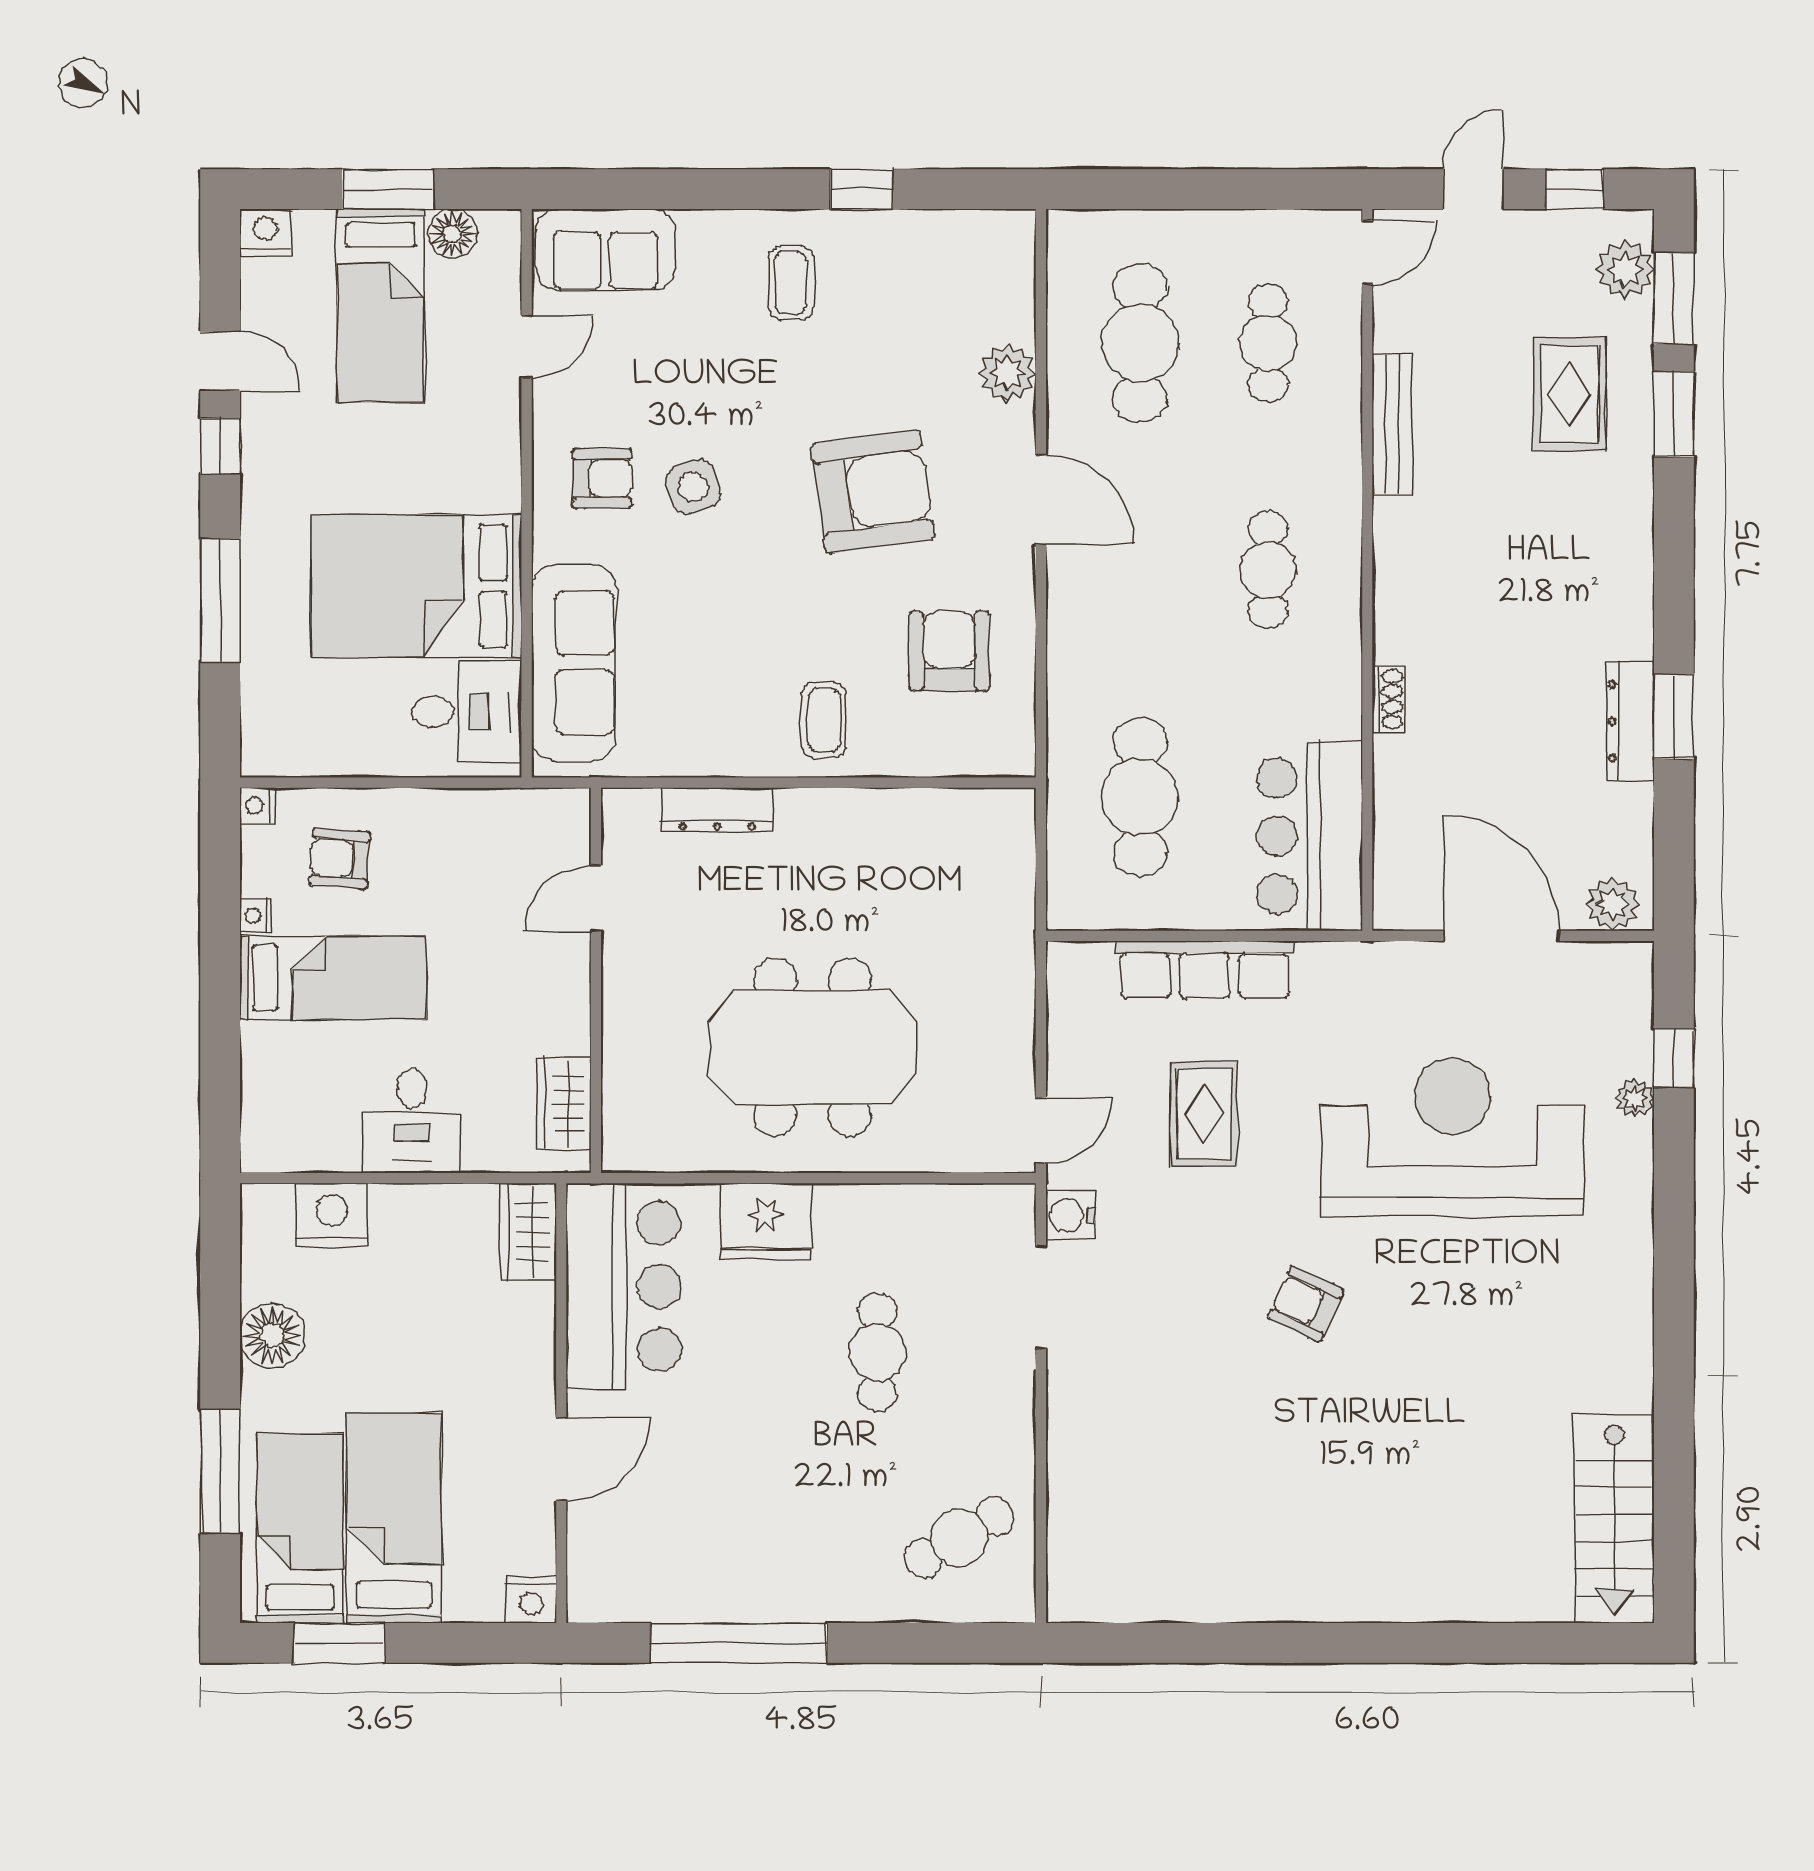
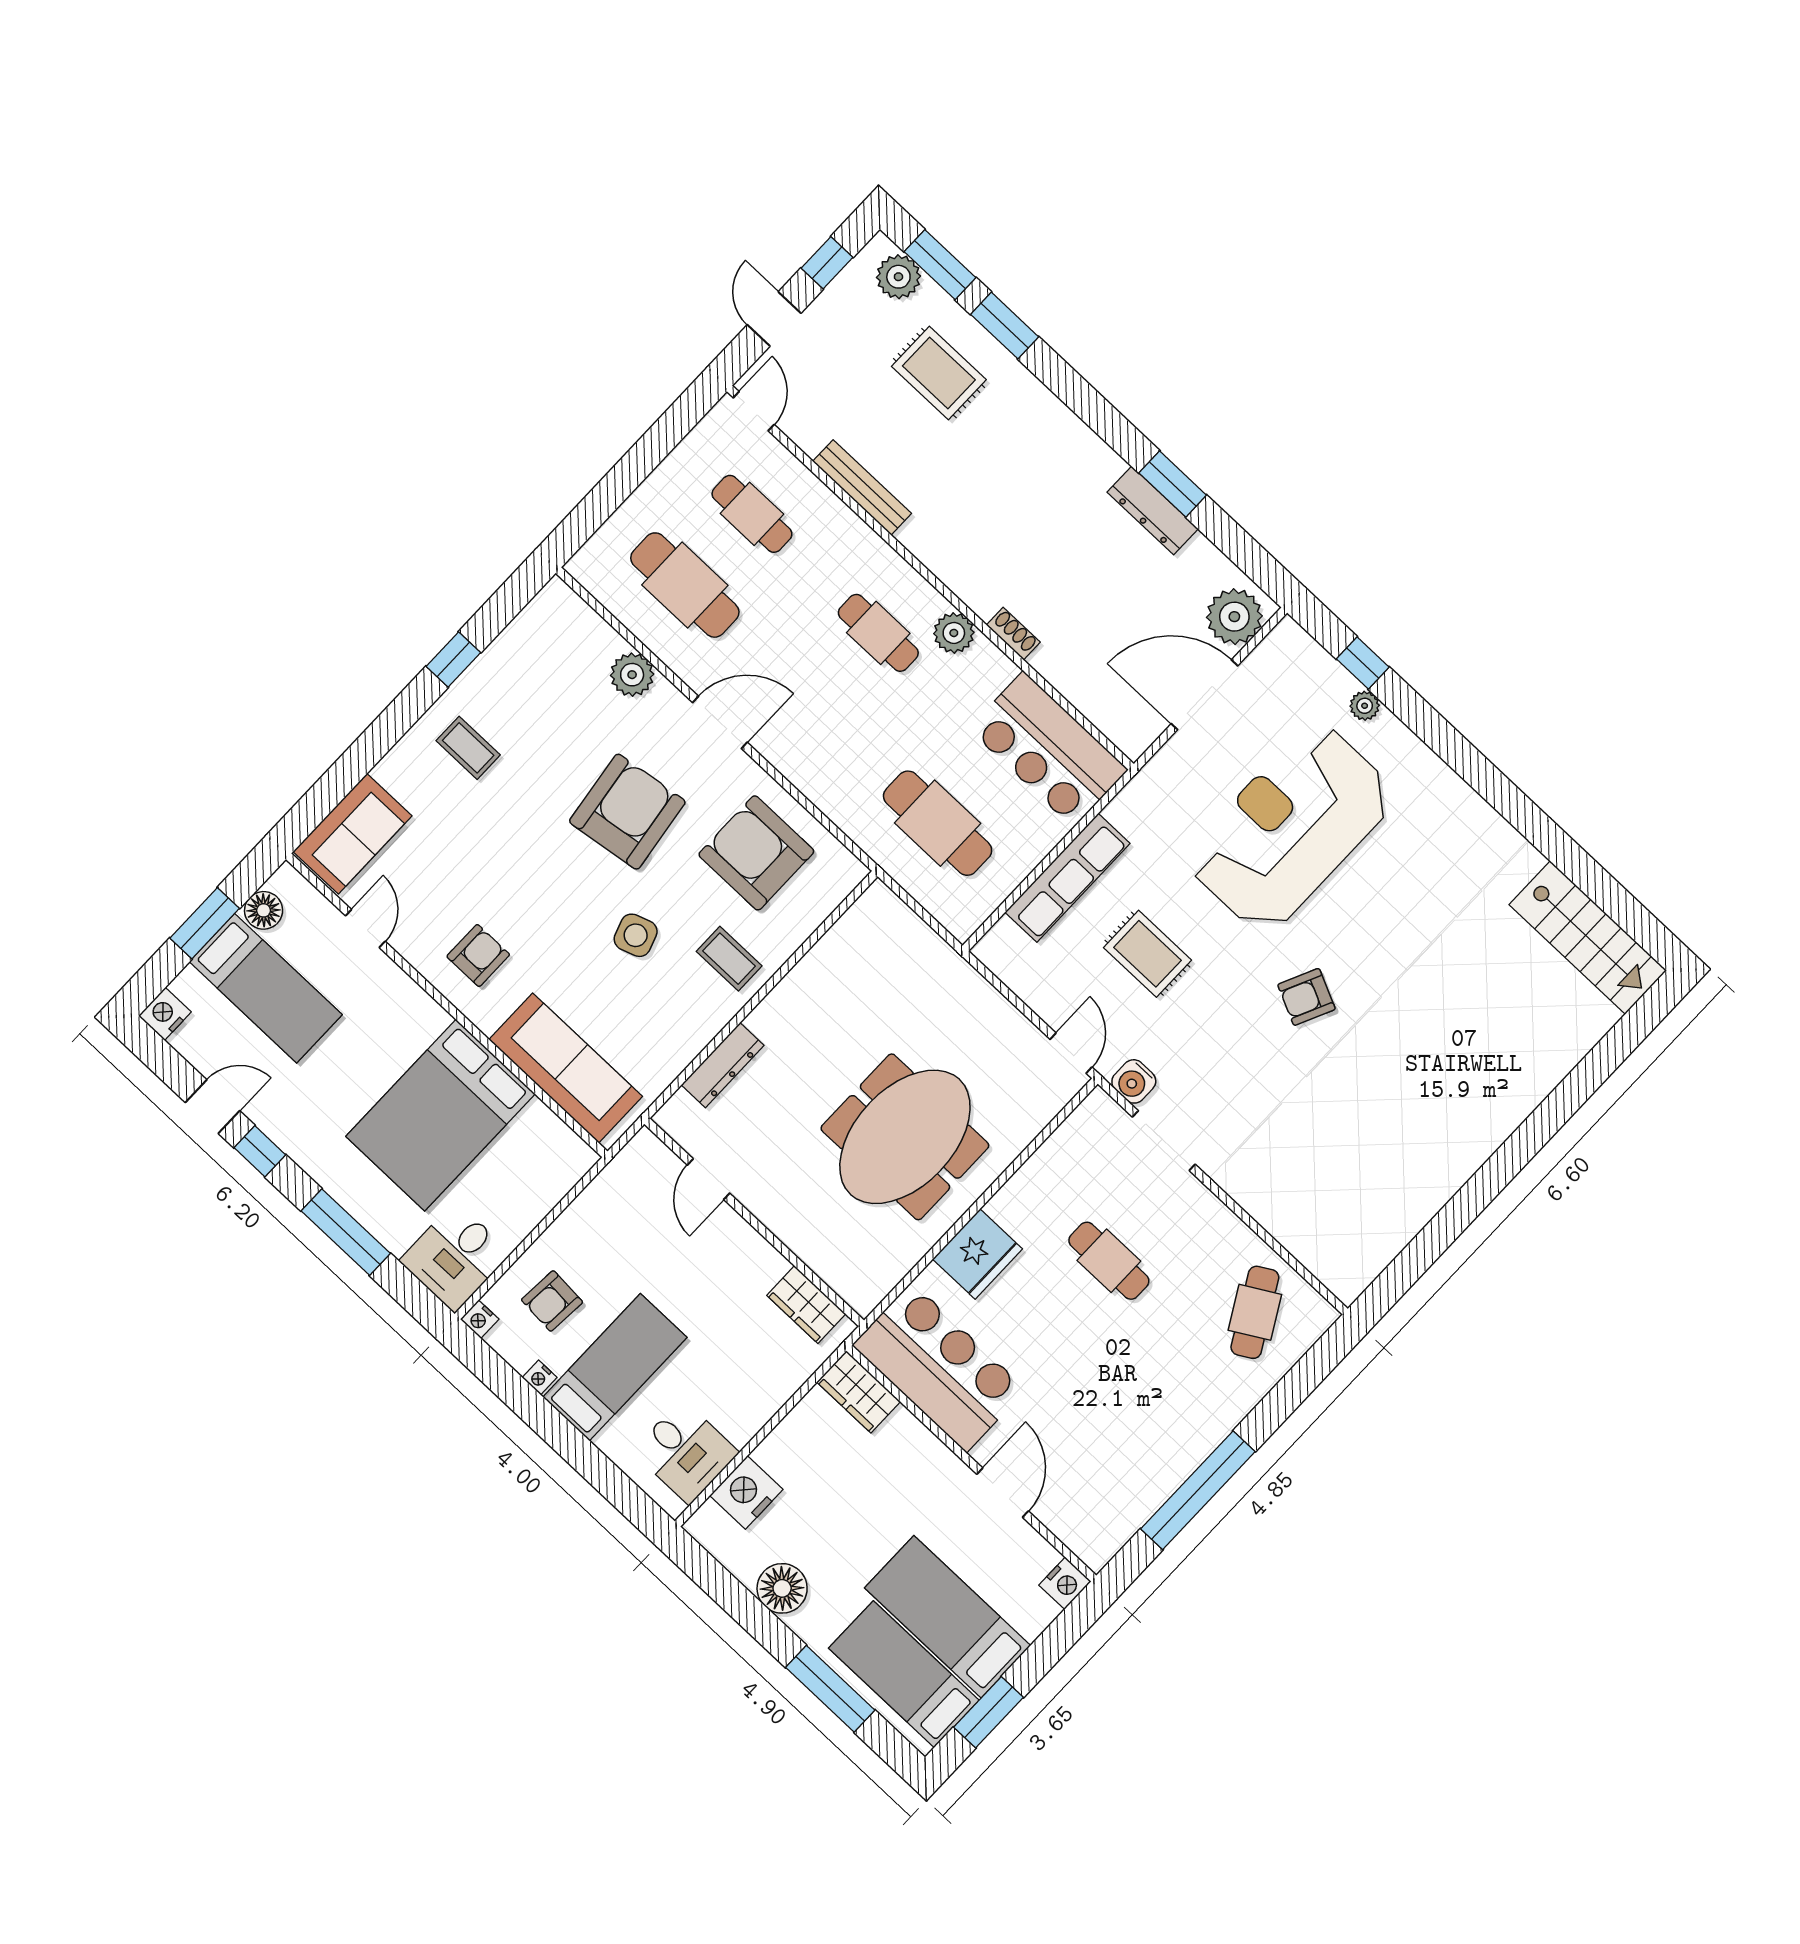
side table: (693, 487) -> (636, 935), moved
plant: (1336, 642) -> (954, 633), added
armchair: (949, 651) -> (756, 853), width x1.36, depth x1.36
desk: (467, 712) -> (455, 1257), moved, turned 180
plant: (1613, 904) -> (1234, 617), width x1.36, depth x1.36
desk: (412, 1121) -> (685, 1452), moved

